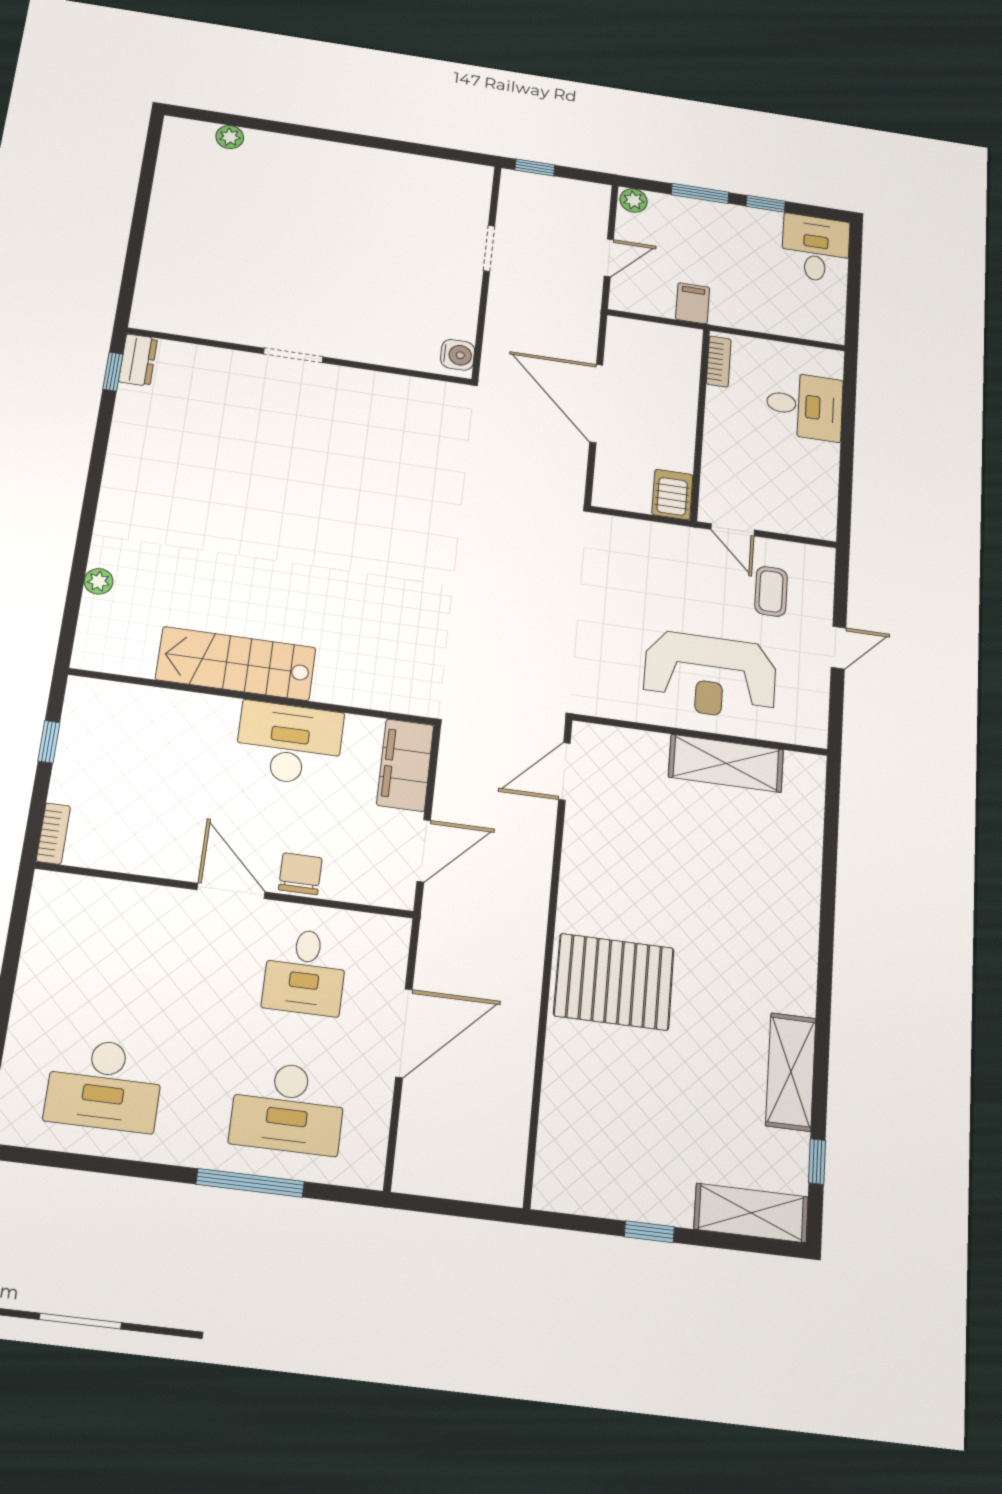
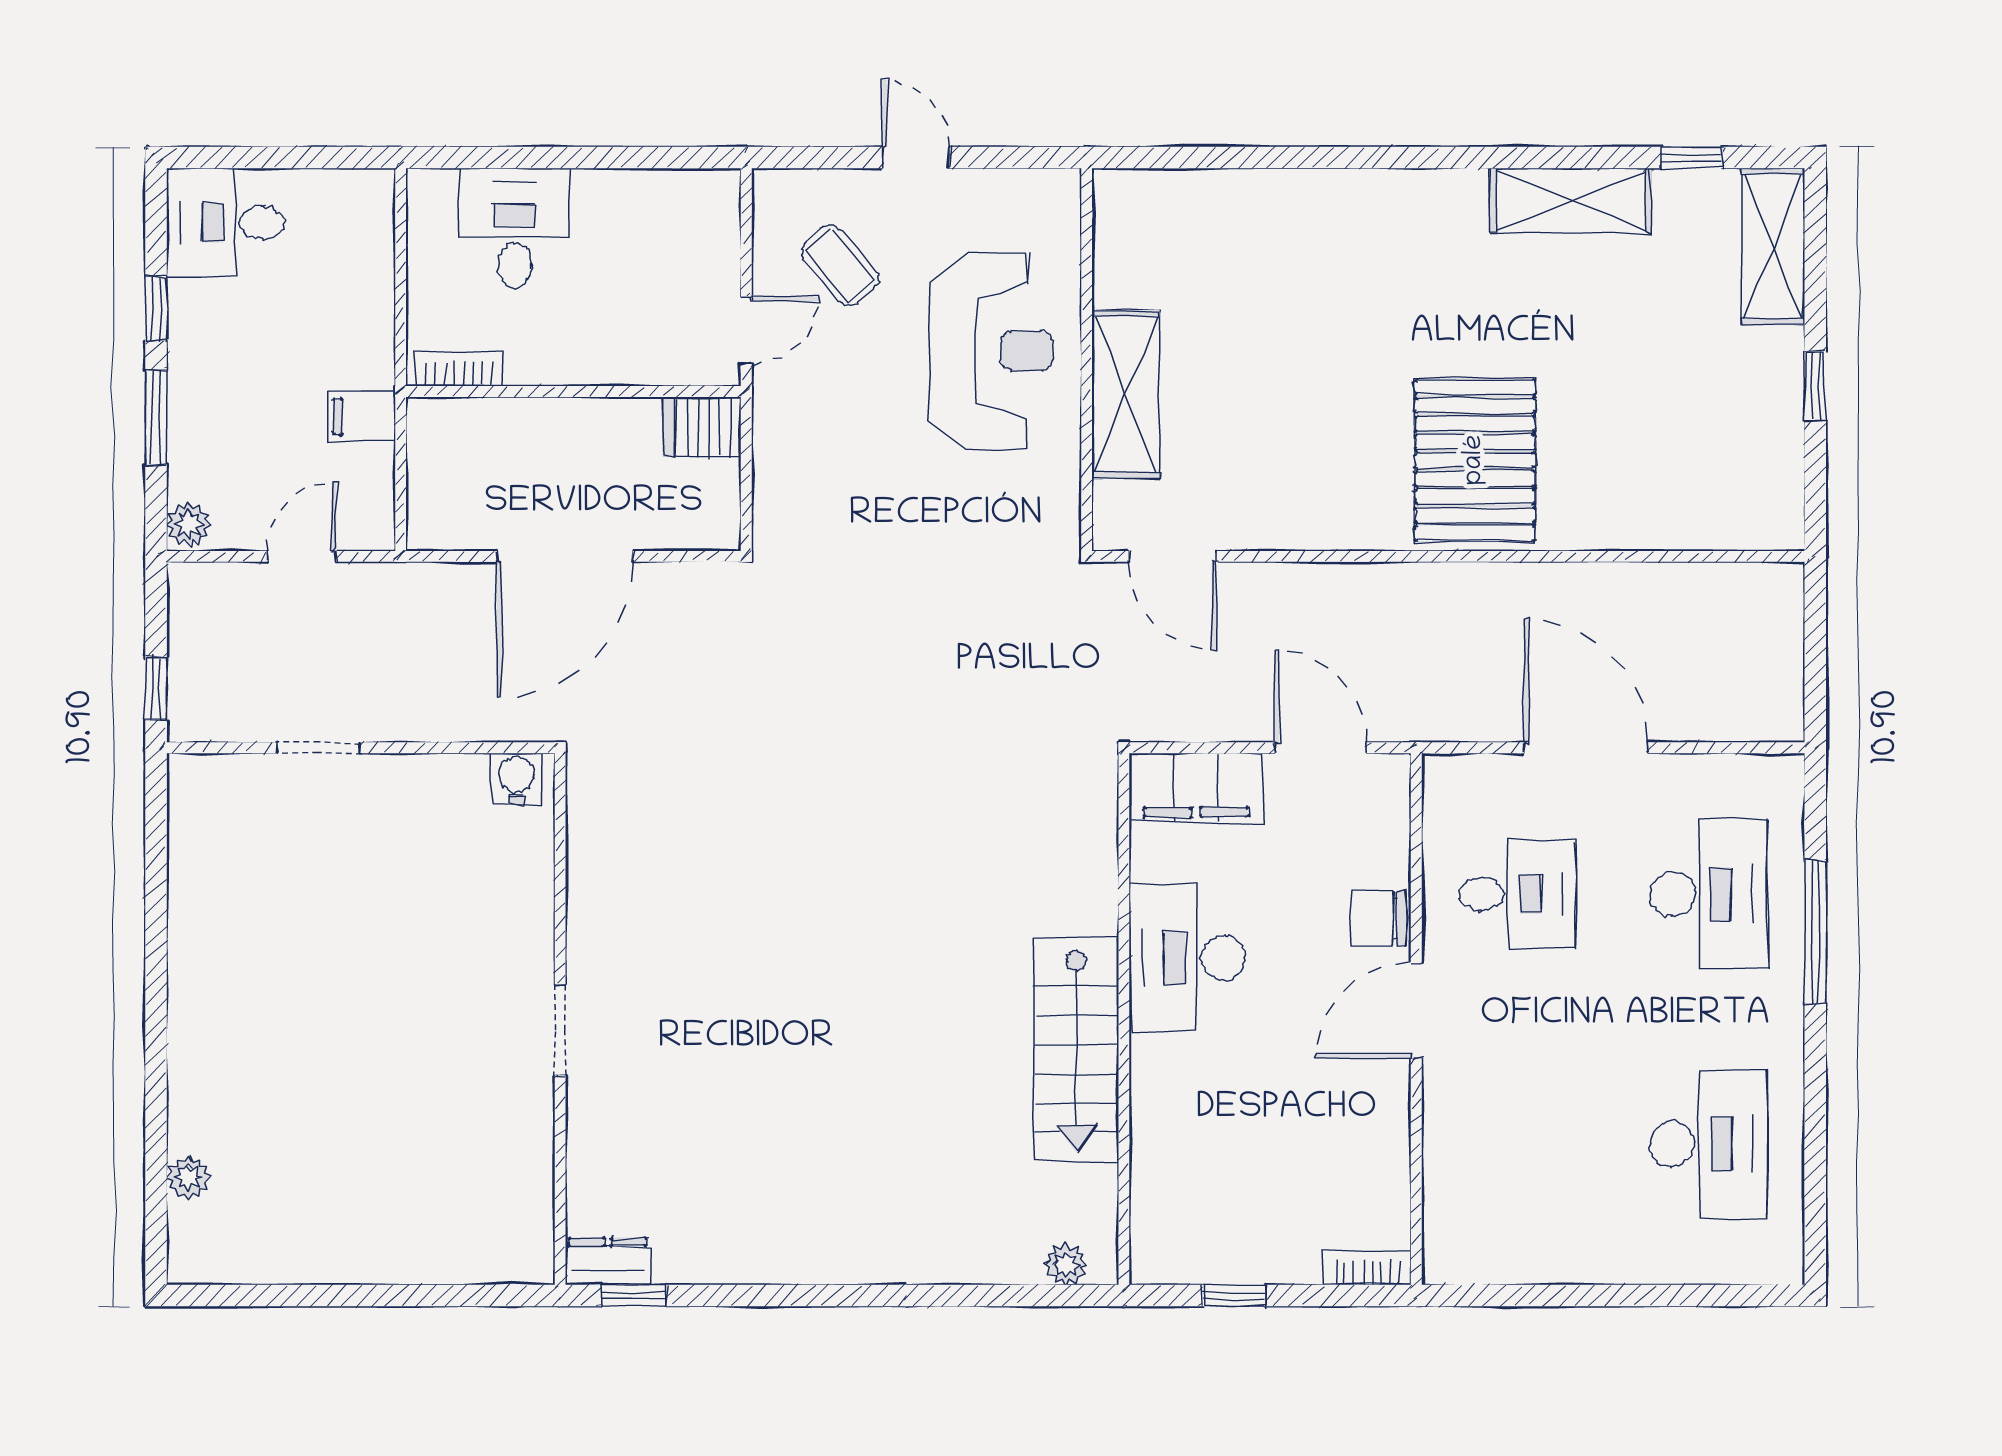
door: (609, 258) -> (302, 556), hinge flipped
plant: (99, 581) -> (1066, 1264), moved
coffee table: (771, 591) -> (840, 265), turned 50
shelving: (726, 763) -> (1126, 394), moved

